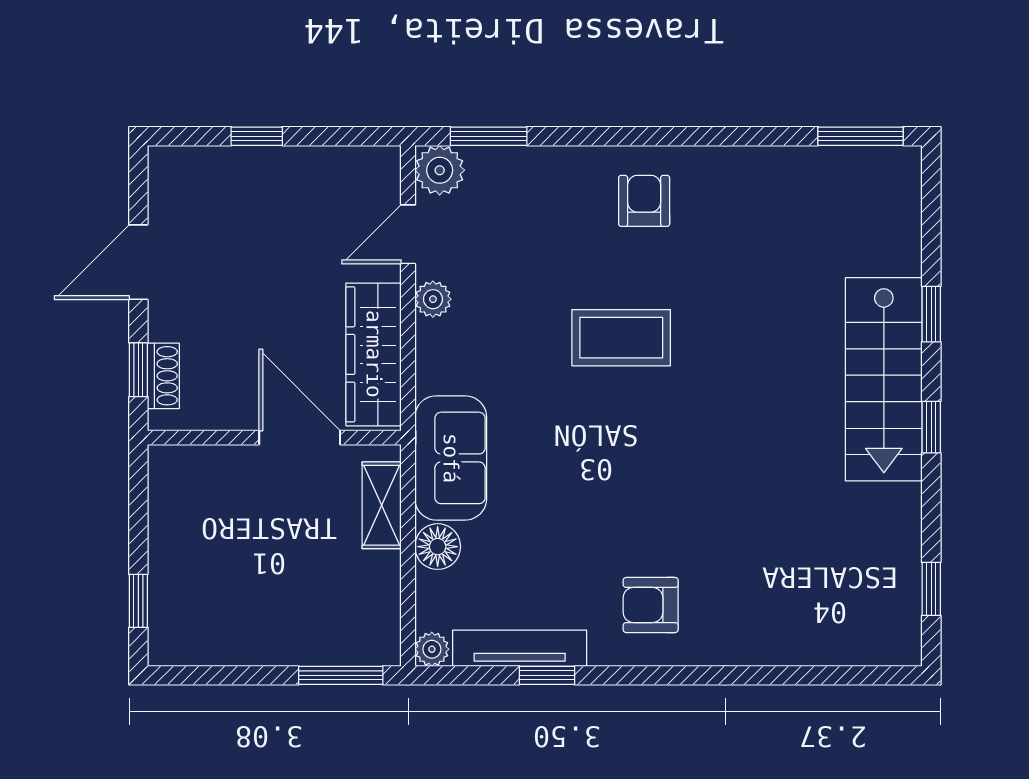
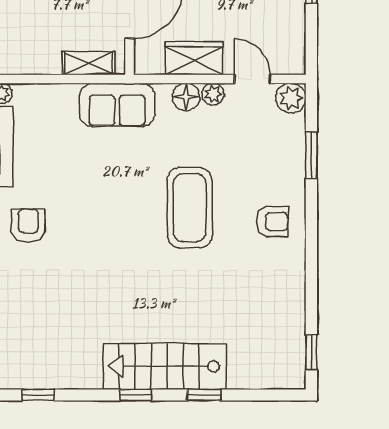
window: (489, 136) -> (311, 155), moved
window: (860, 136) -> (311, 352), width x0.67
coffee table: (621, 338) -> (190, 208), width x1.36, depth x1.32
wardrobe: (374, 354) -> (194, 58), width x0.67
floor lamp: (438, 547) -> (186, 97), moved

